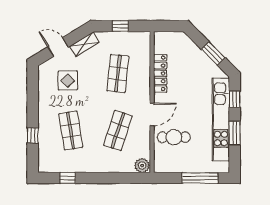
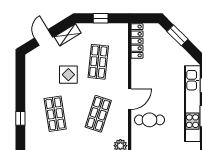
door: (58, 47) -> (44, 37), hinge flipped
window: (213, 53) -> (178, 35), moved
locker: (160, 73) -> (137, 41), moved
display table: (68, 80) -> (68, 75), moved

